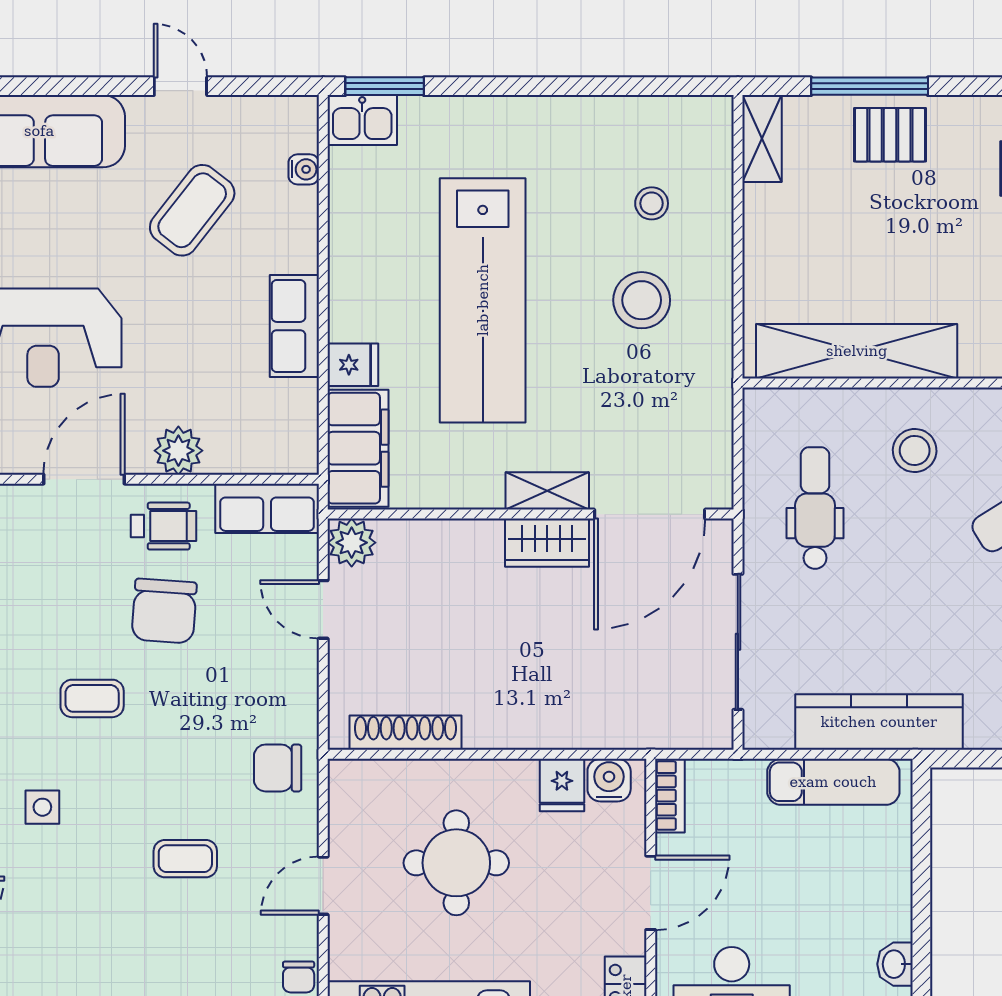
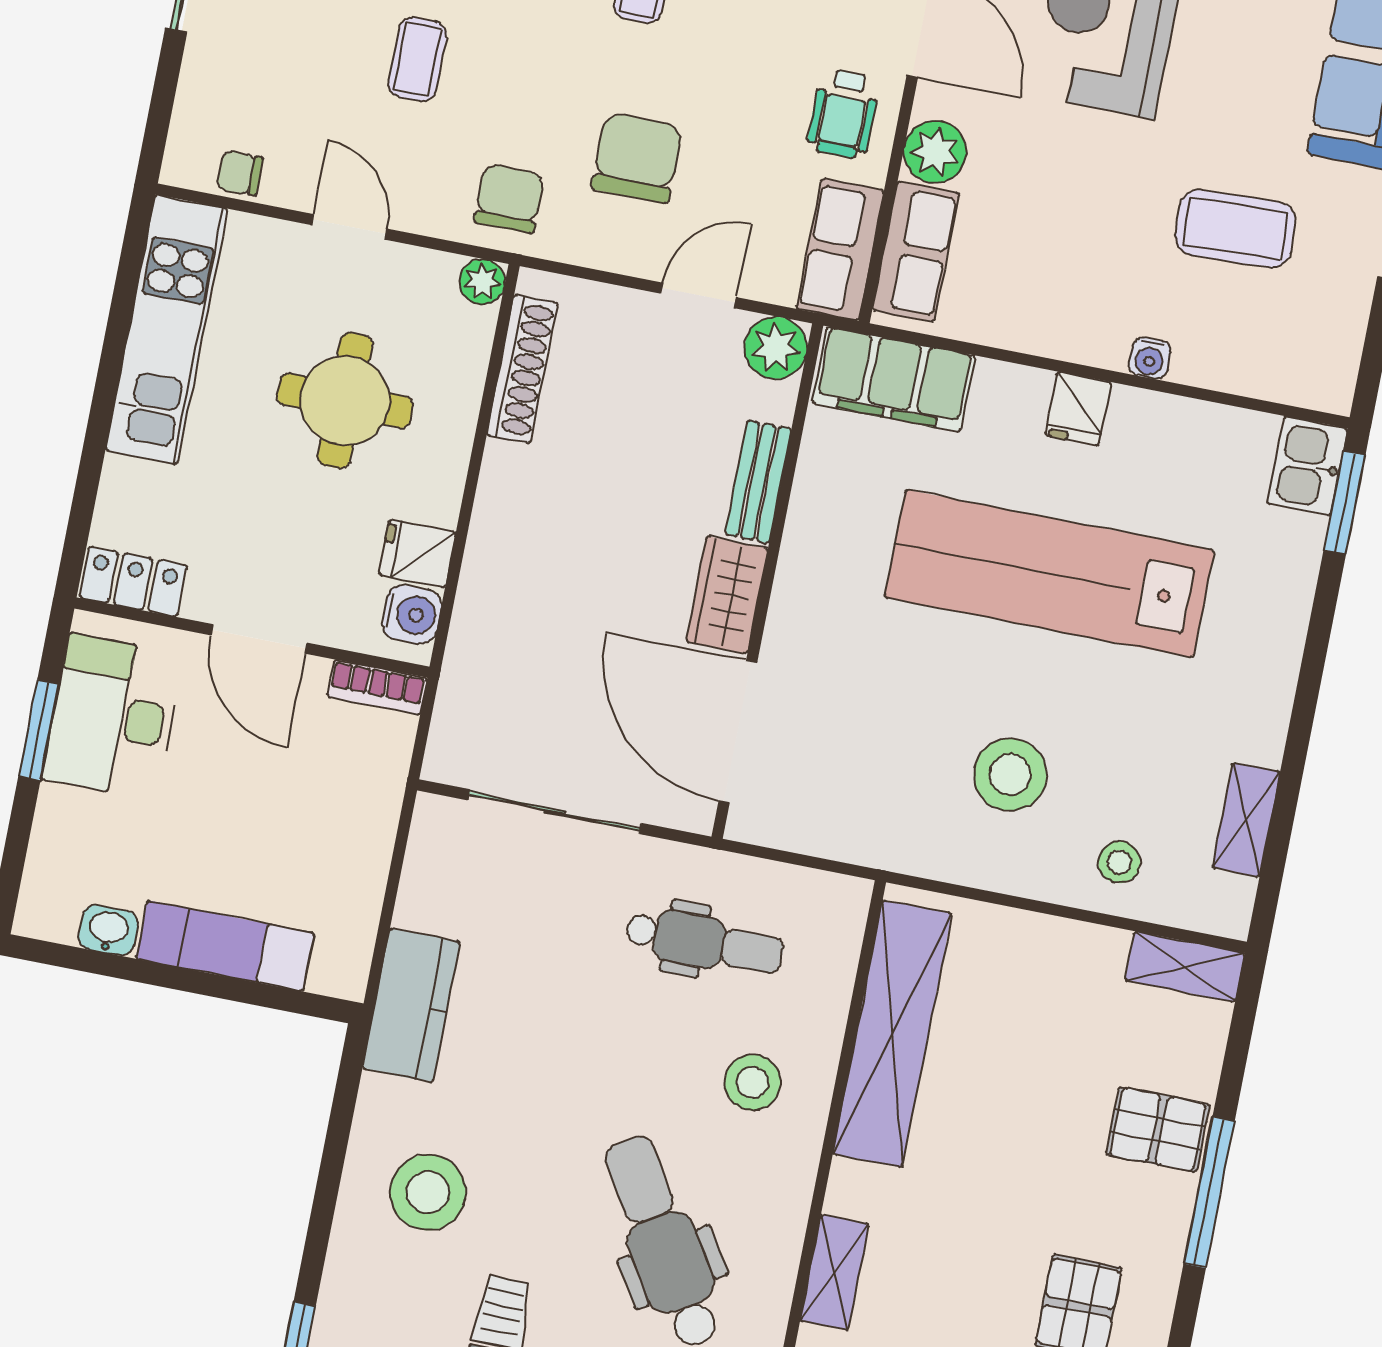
window: (870, 86) -> (1209, 1192), moved
pallet: (890, 135) -> (1158, 1130), turned 90
water cooler: (304, 169) -> (1150, 358), moved
stool: (652, 203) -> (1119, 862), moved
coffee table: (192, 210) -> (1235, 229), turned -40
row of seats: (294, 326) -> (916, 252), moved, turned 90
fridge: (353, 365) -> (1078, 409), moved
shelving: (547, 491) -> (1246, 820), moved
bench: (456, 536) -> (758, 482), added
chair: (164, 611) -> (637, 158), moved, turned 86
kitchen counter: (879, 722) -> (411, 1005), width x0.67
plant: (345, 776) -> (482, 282), added
exam couch: (833, 782) -> (225, 946), moved, turned 90

